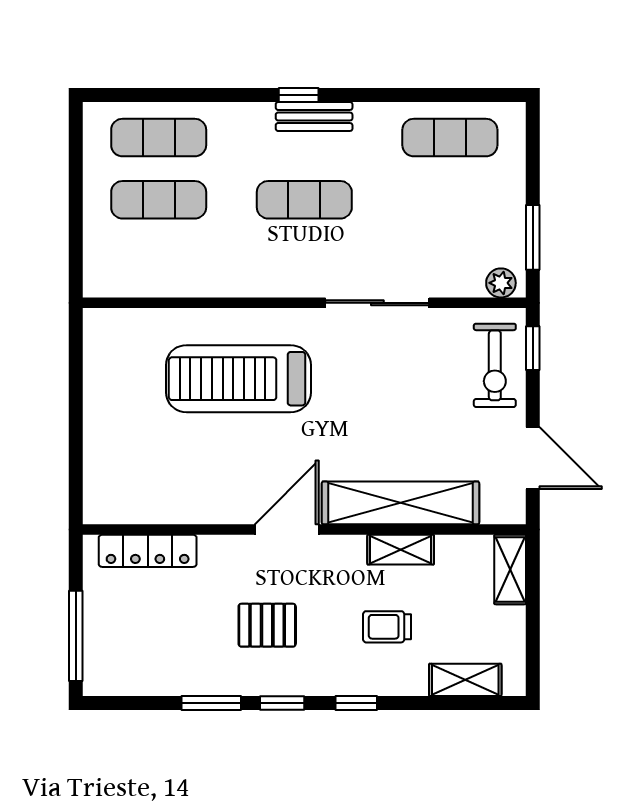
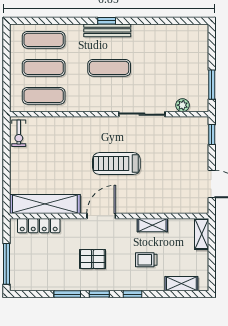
bench: (314, 116) -> (107, 30), width x1.36
exercise mat: (450, 138) -> (44, 96), moved
plant: (501, 283) -> (182, 105), moved
exercise bike: (495, 365) -> (19, 133), moved, width x0.73, depth x0.72
treadmill: (239, 379) -> (116, 164), moved, width x0.73, depth x0.73
shelving: (400, 503) -> (45, 204), moved

